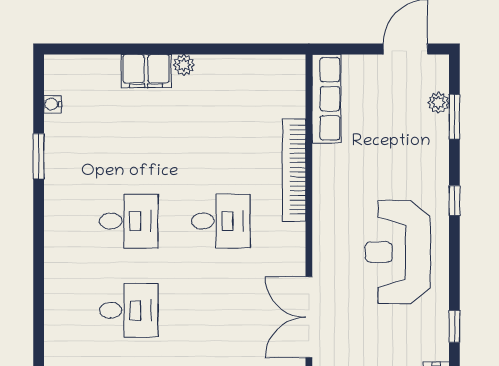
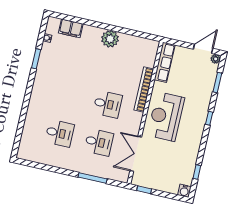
plant: (184, 65) -> (110, 39), width x1.88, depth x1.88
filing cabinet: (146, 71) -> (71, 28), moved
plant: (438, 103) -> (216, 59), moved
desk: (129, 221) -> (99, 142), moved
reception desk: (398, 252) -> (166, 117), moved

